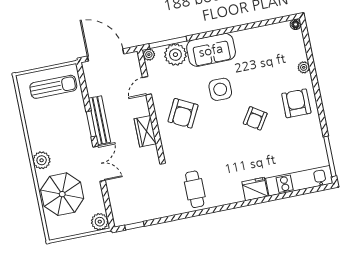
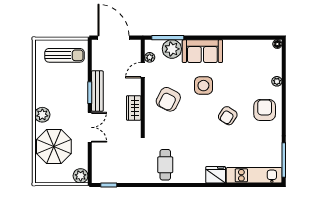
plant: (149, 55) -> (150, 57), moved

